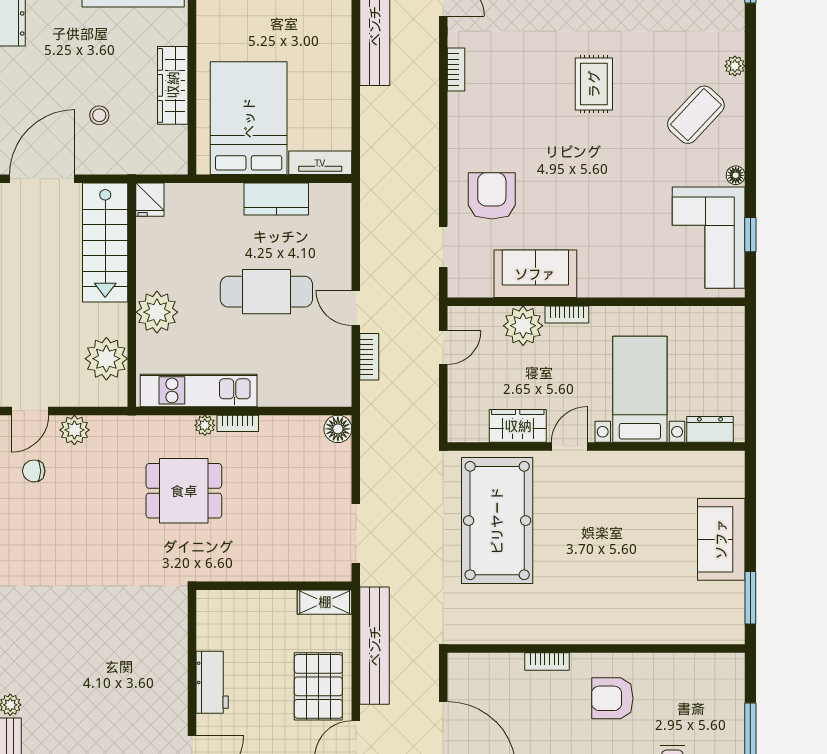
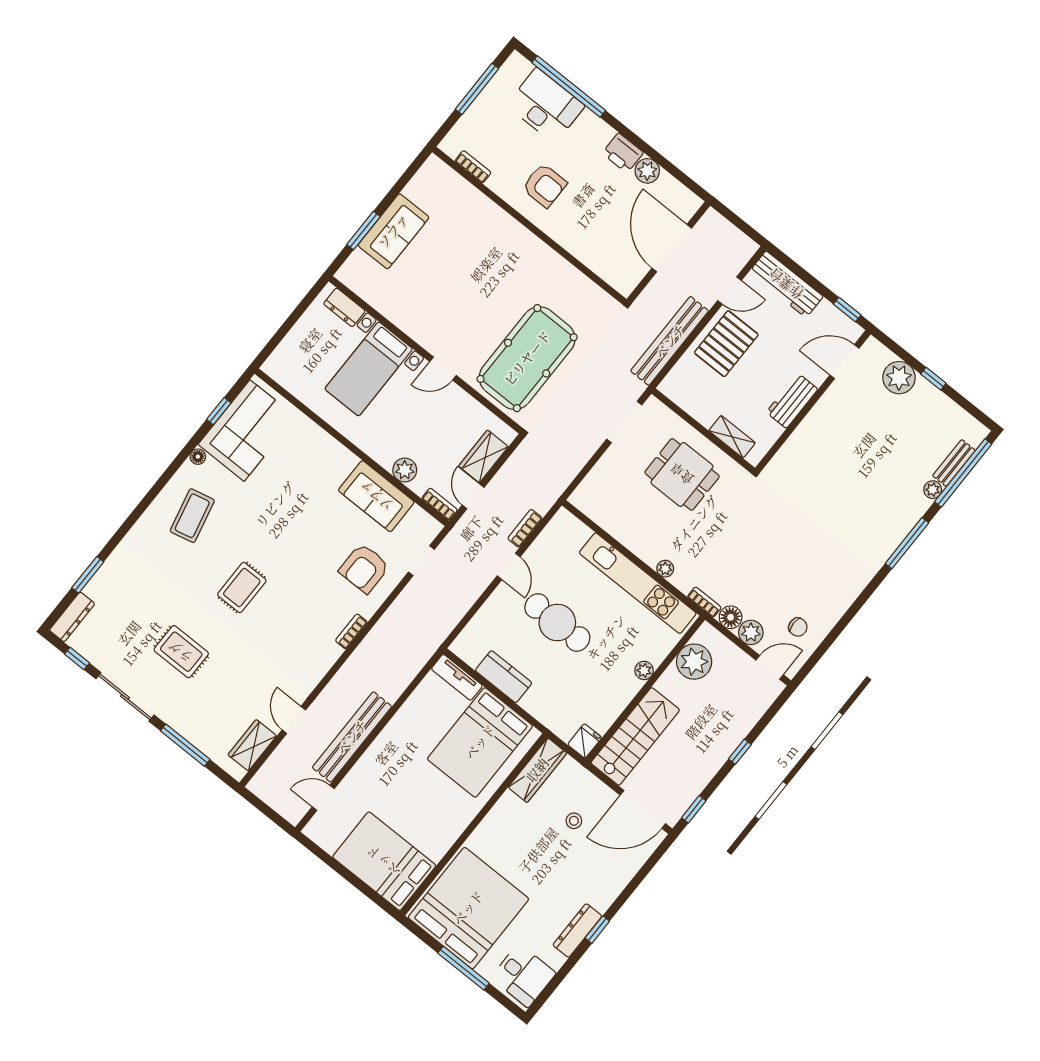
plant: (735, 66) -> (142, 527), removed
bookcase: (456, 70) -> (351, 631), moved
wardrobe: (173, 85) -> (537, 770), moved
coffee table: (696, 115) -> (192, 516), turned -56
plant: (157, 312) -> (644, 670), width x0.53, depth x0.53
bookcase: (567, 315) -> (440, 504), moved
plant: (523, 326) -> (405, 470), width x0.73, depth x0.73
door: (443, 348) -> (473, 496), hinge flipped
kitchen unit: (199, 390) -> (638, 583), width x1.36
bookcase: (238, 423) -> (704, 602), moved
wardrobe: (518, 426) -> (483, 456), moved, turned 90
floor lamp: (338, 429) -> (731, 617), moved
dining table: (184, 491) -> (682, 474), moved
window: (750, 598) -> (364, 230), moved
shelving: (325, 602) -> (732, 437), moved
bookcase: (547, 662) -> (473, 167), moved

